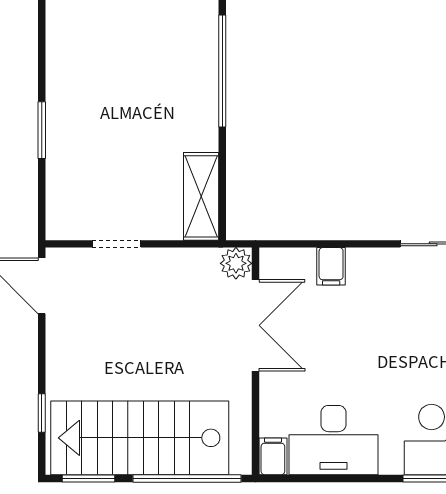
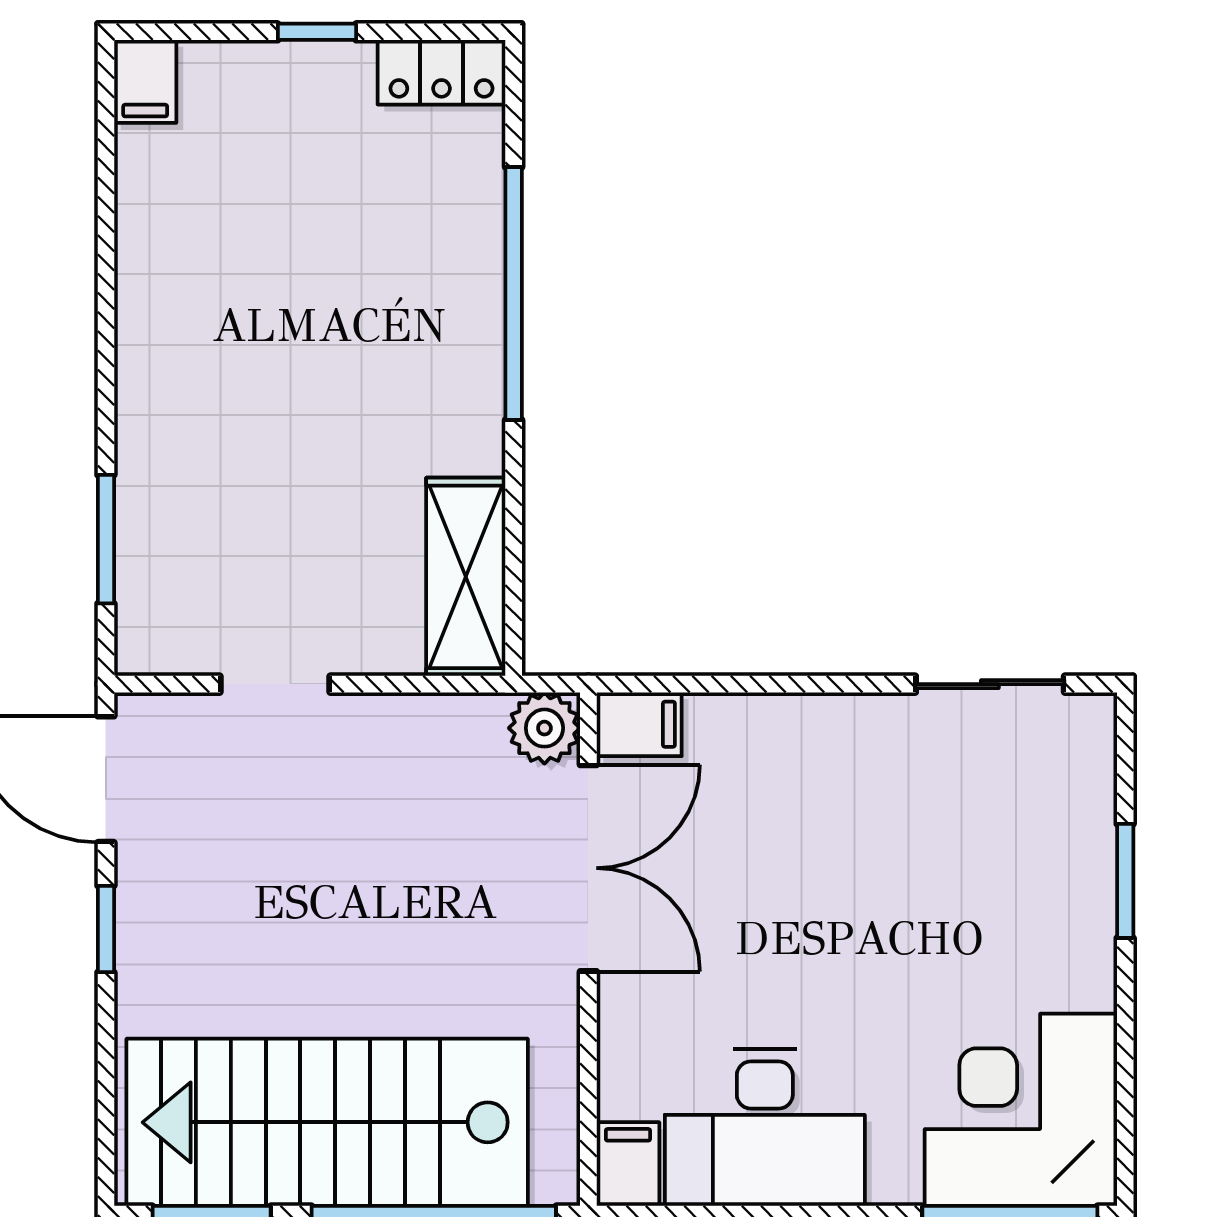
window: (42, 130) -> (106, 539), moved
filing cabinet: (331, 266) -> (639, 724), moved, turned -90
window: (42, 413) -> (106, 929), moved

